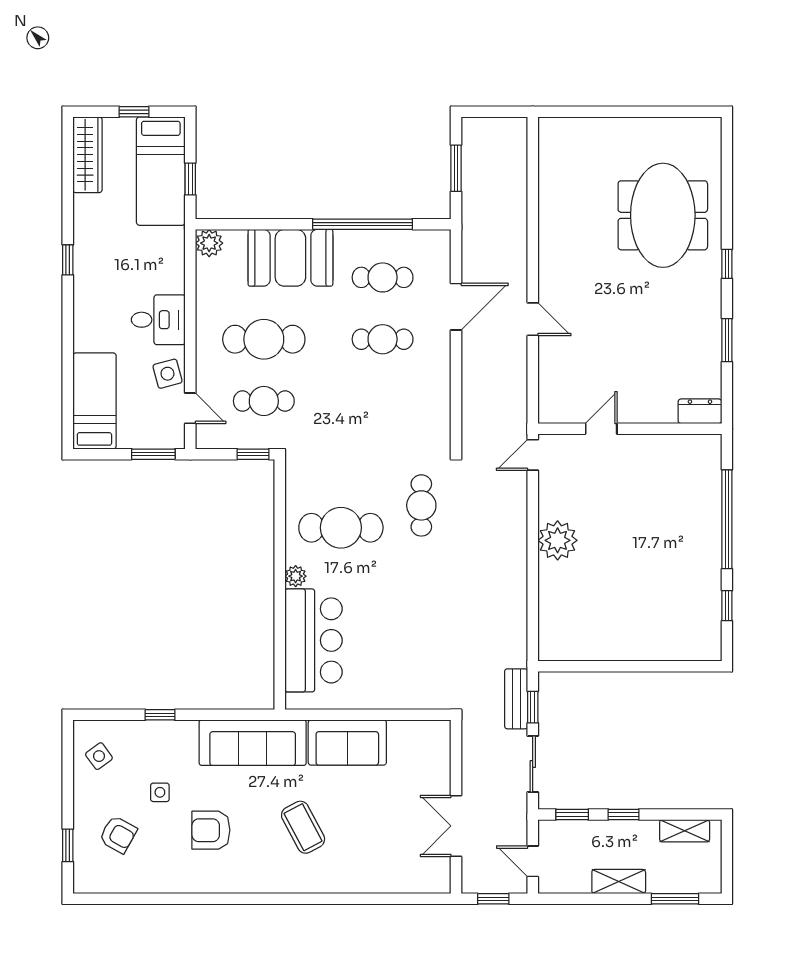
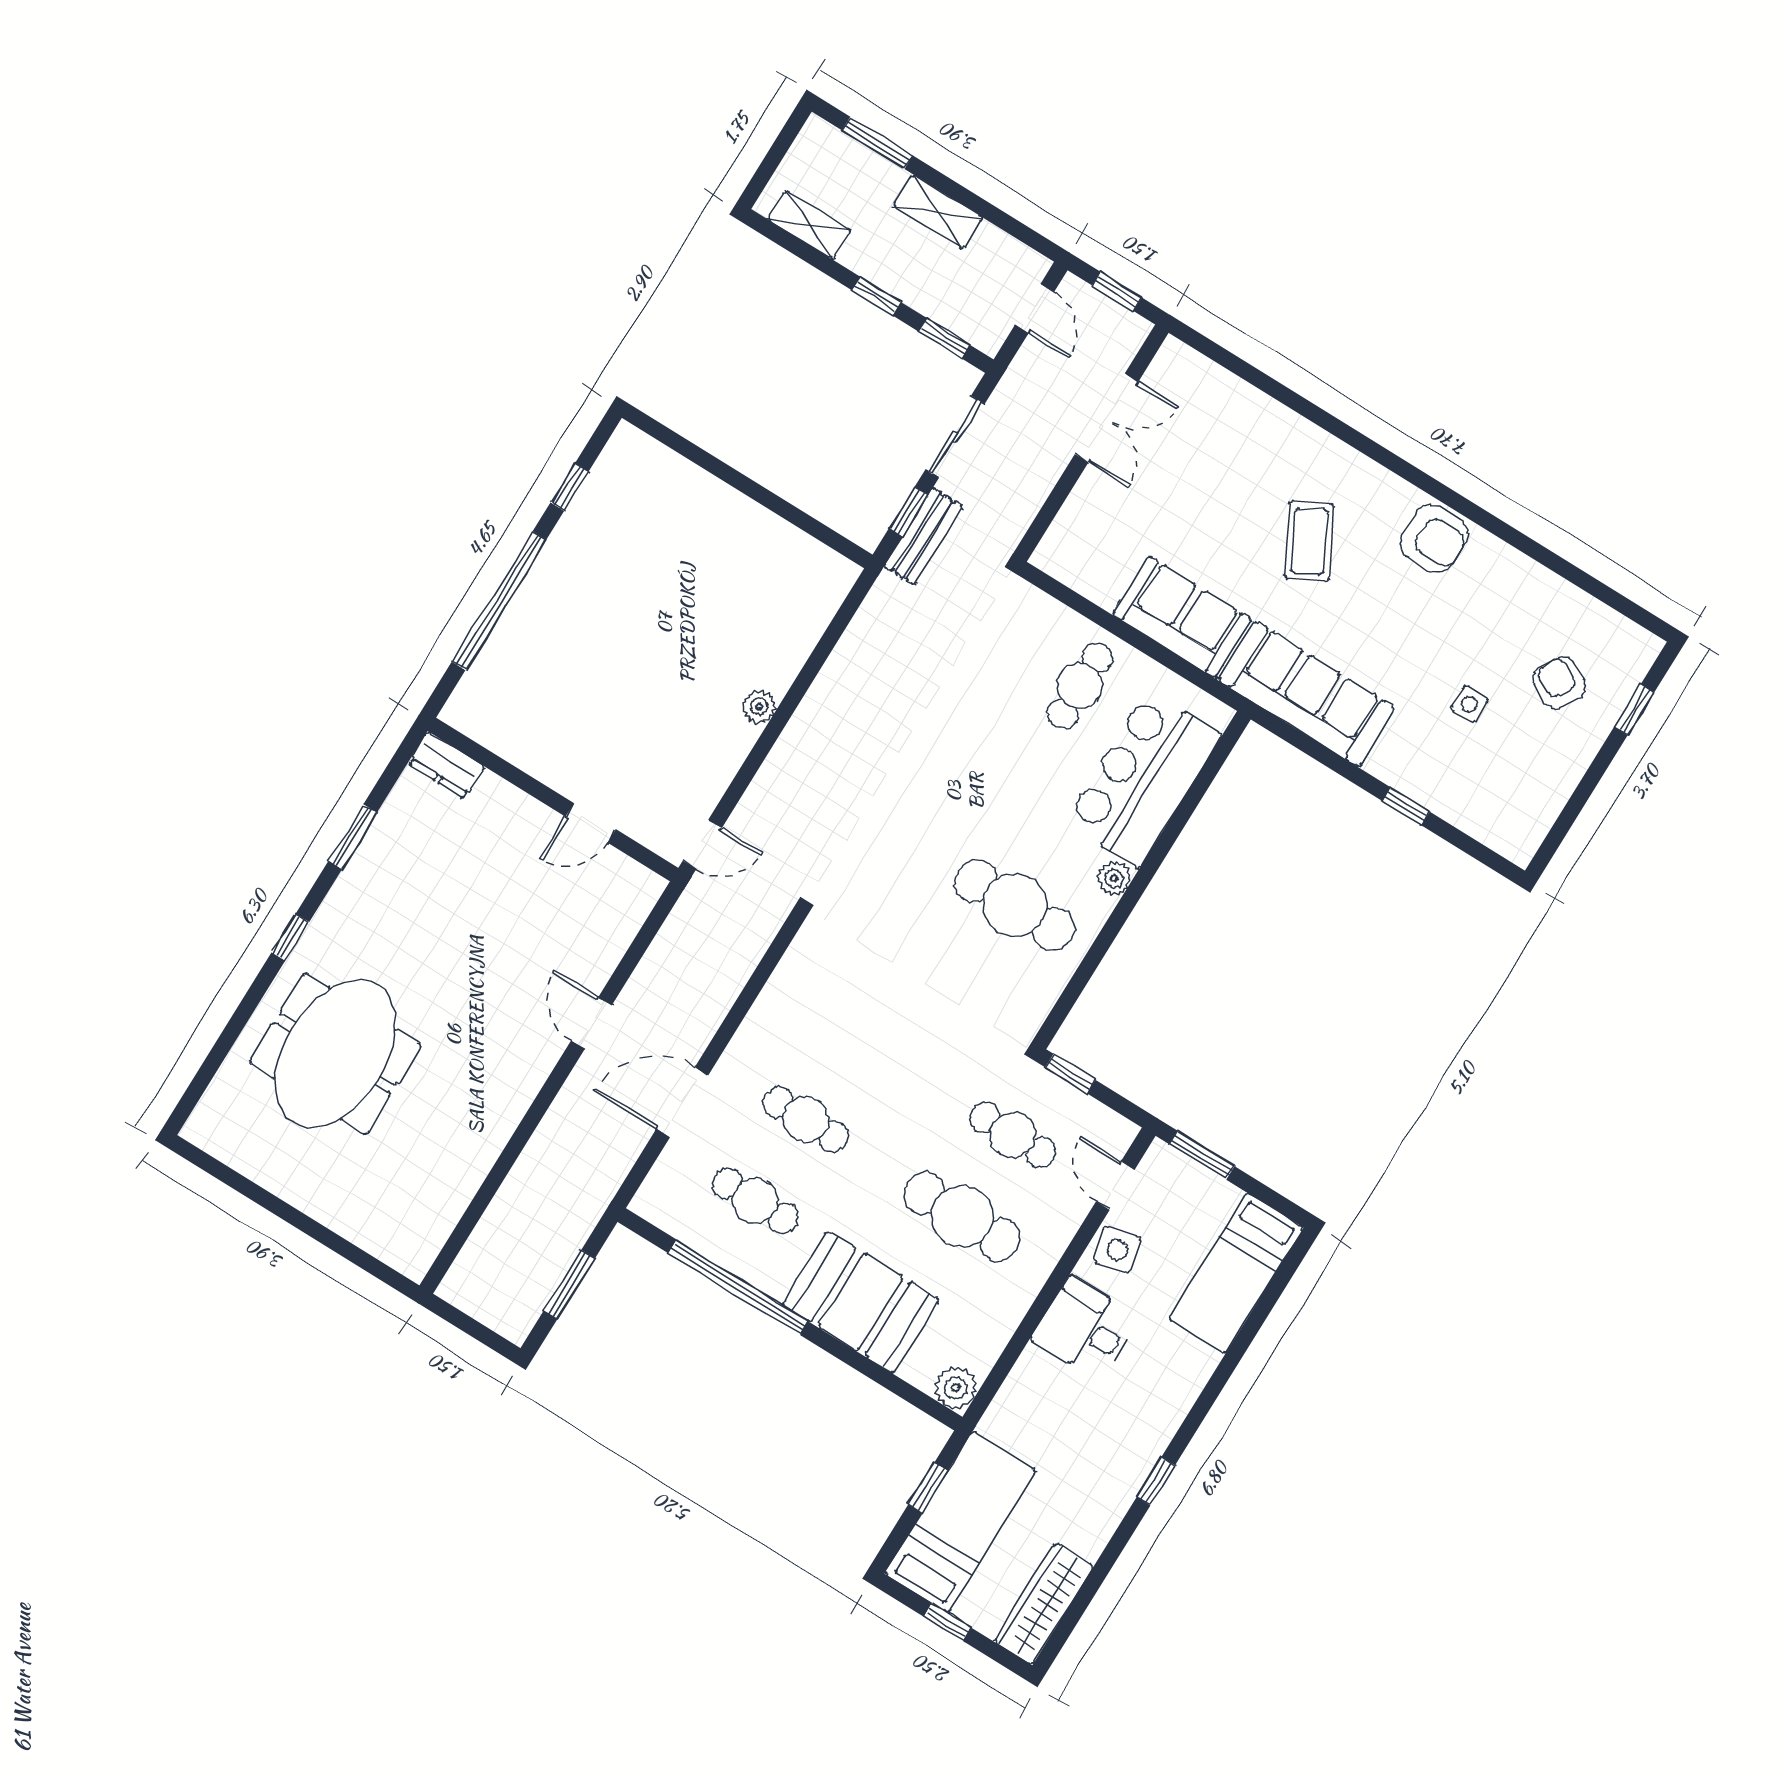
cafe table: (421, 505) -> (1080, 686), moved
plant: (558, 540) -> (759, 707), width x0.53, depth x0.53
side table: (99, 756) -> (1520, 802), removed
armchair: (211, 830) -> (1434, 539), moved

